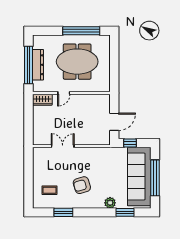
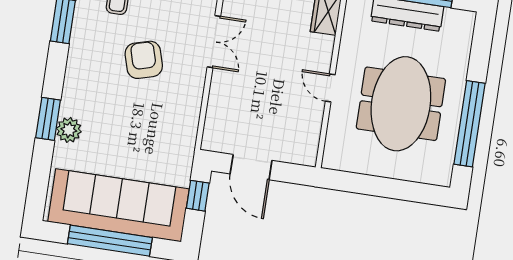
door: (64, 93) -> (330, 88), moved
armchair: (82, 185) -> (144, 60), moved
window: (125, 212) -> (48, 119), moved

